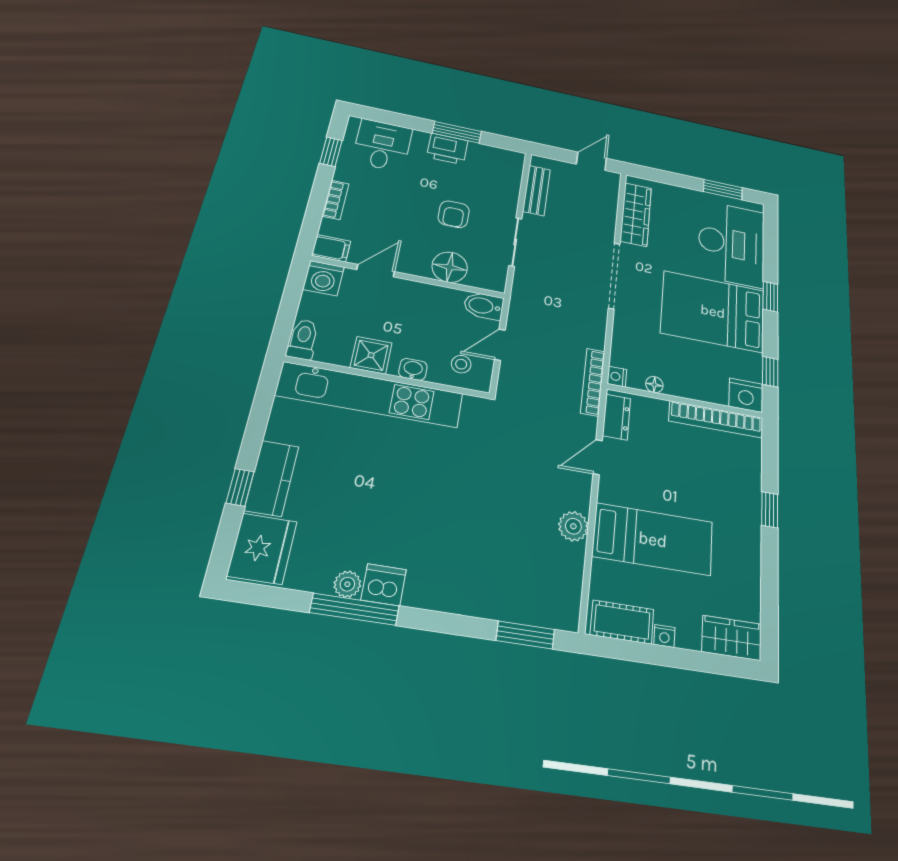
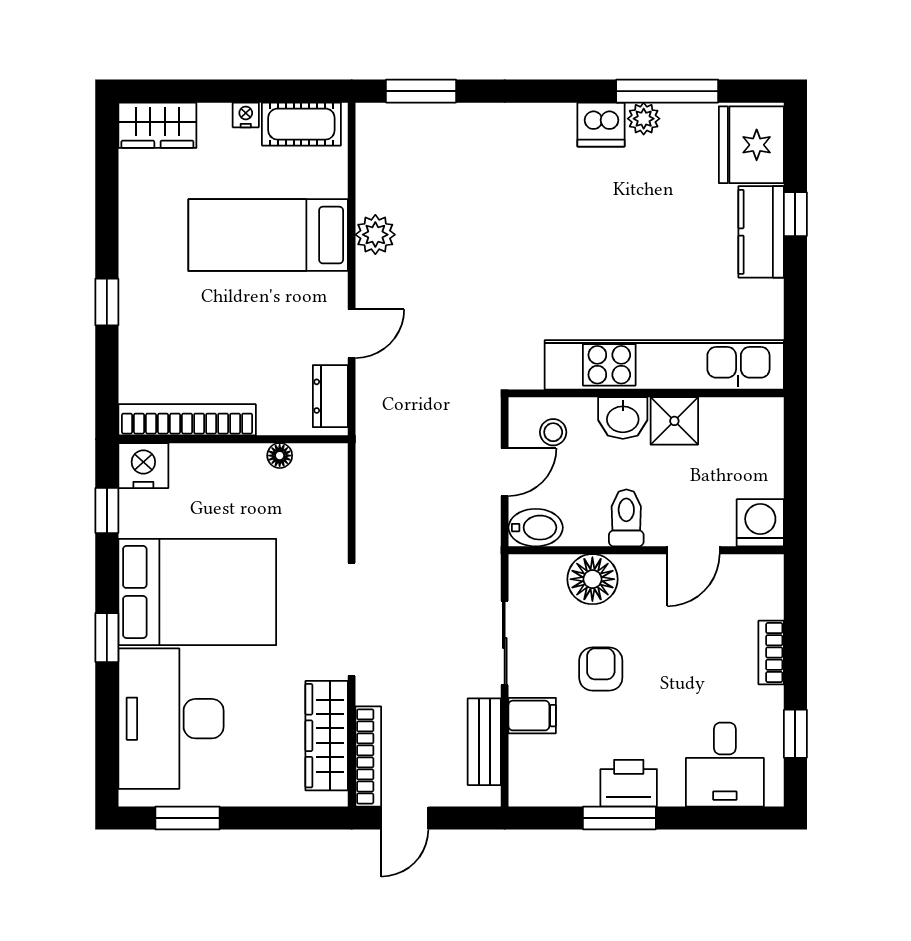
filing cabinet: (331, 248) -> (532, 716), moved, turned 180
toilet: (303, 339) -> (626, 518), moved, turned 180
washbasin: (413, 369) -> (623, 418), width x1.38, depth x1.45
nightstand: (617, 377) -> (335, 457), removed
bookcase: (593, 382) -> (368, 756), moved
window: (355, 609) -> (667, 91), moved

